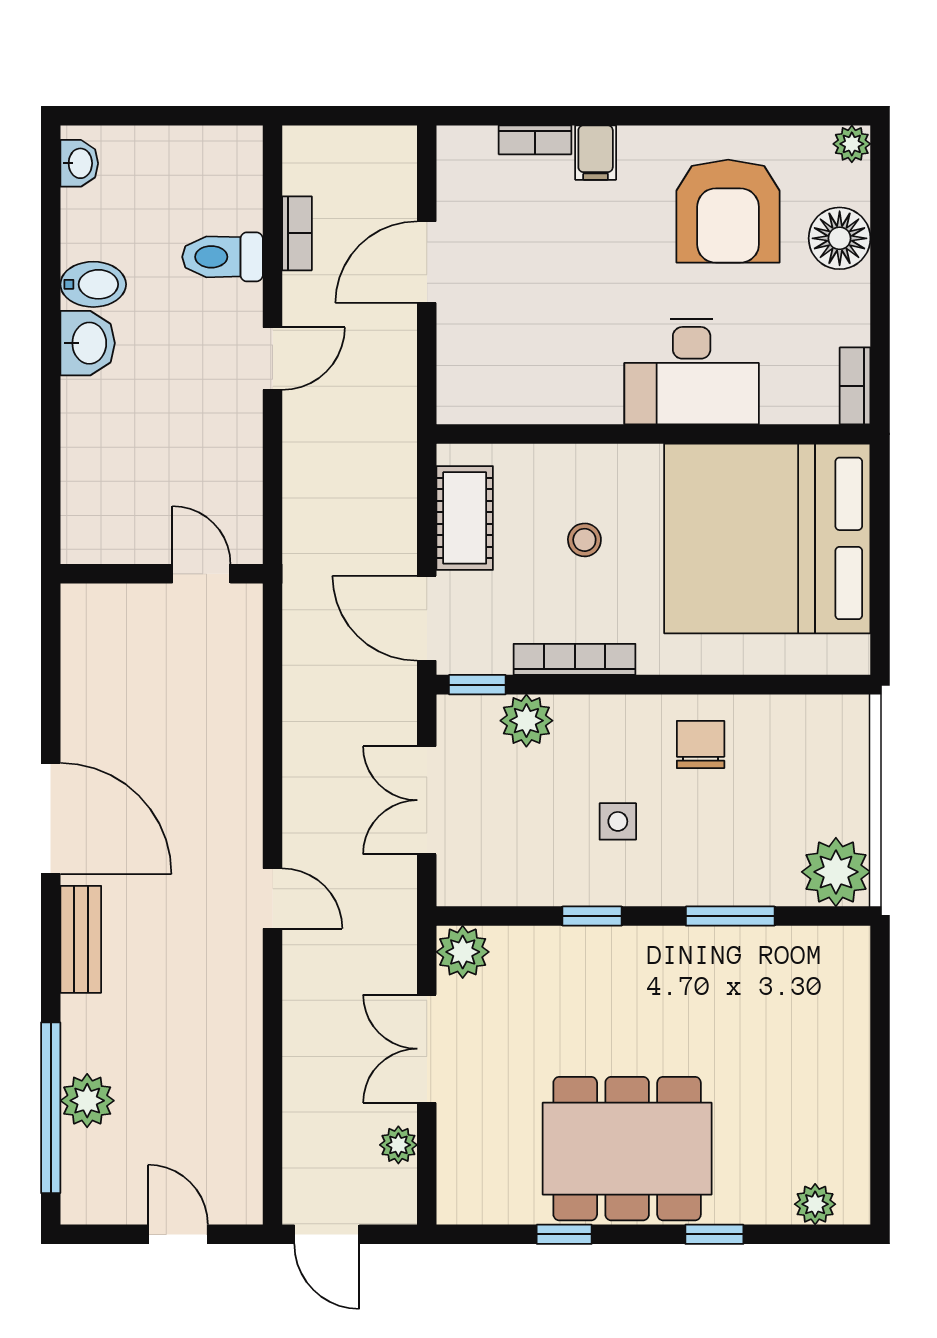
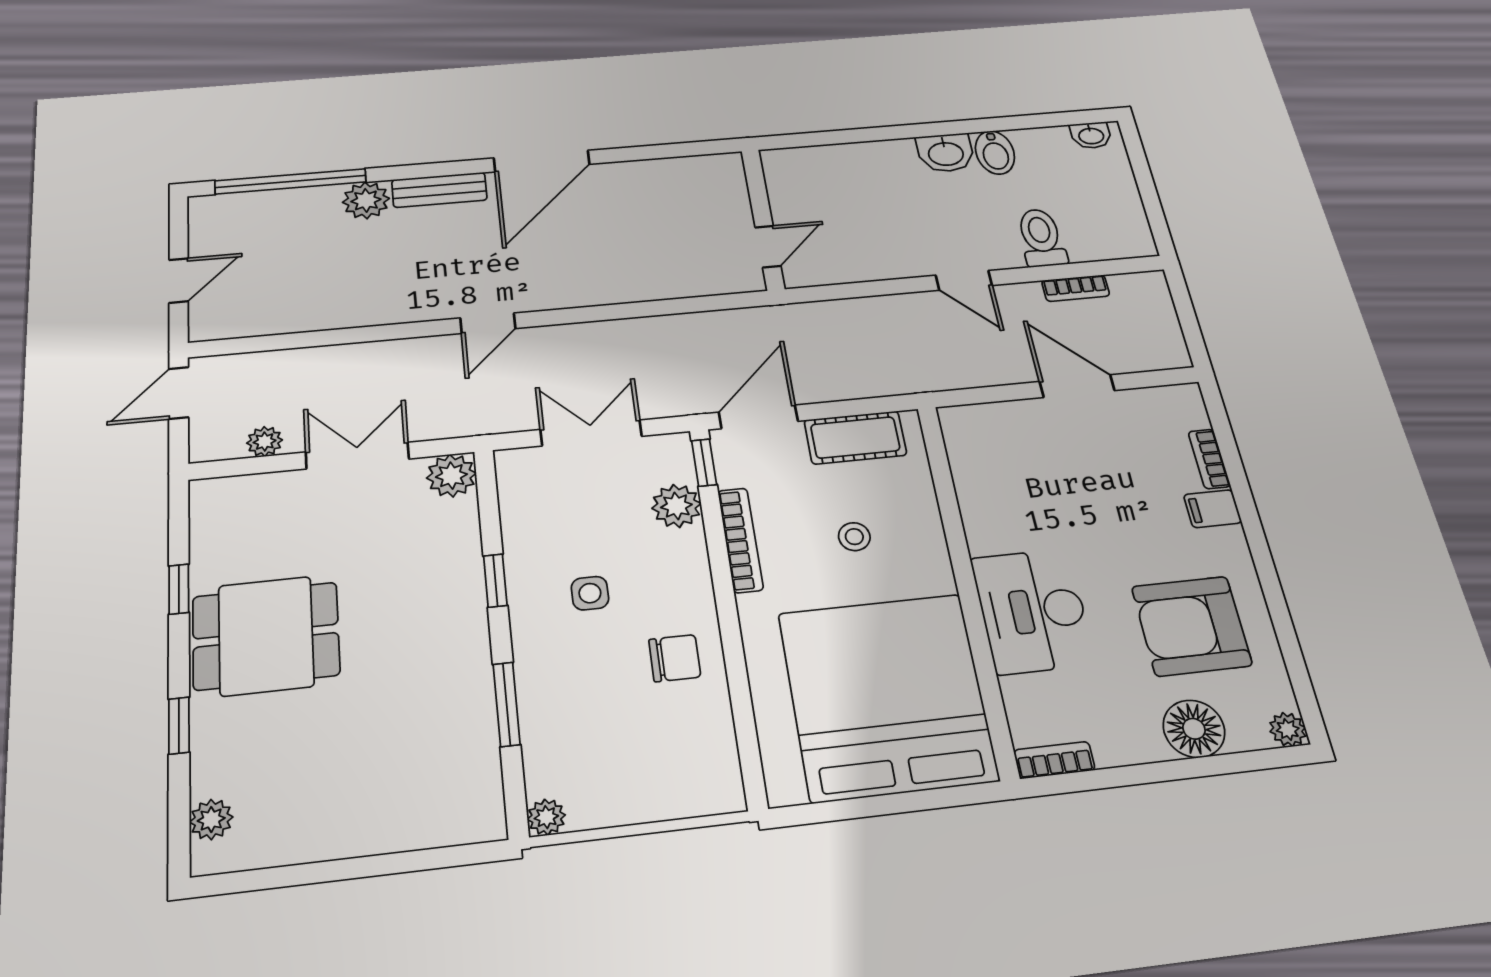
plant: (836, 872) -> (546, 817), width x0.53, depth x0.53
plant: (87, 1101) -> (366, 200), moved
dining table: (627, 1149) -> (266, 636), width x0.73

